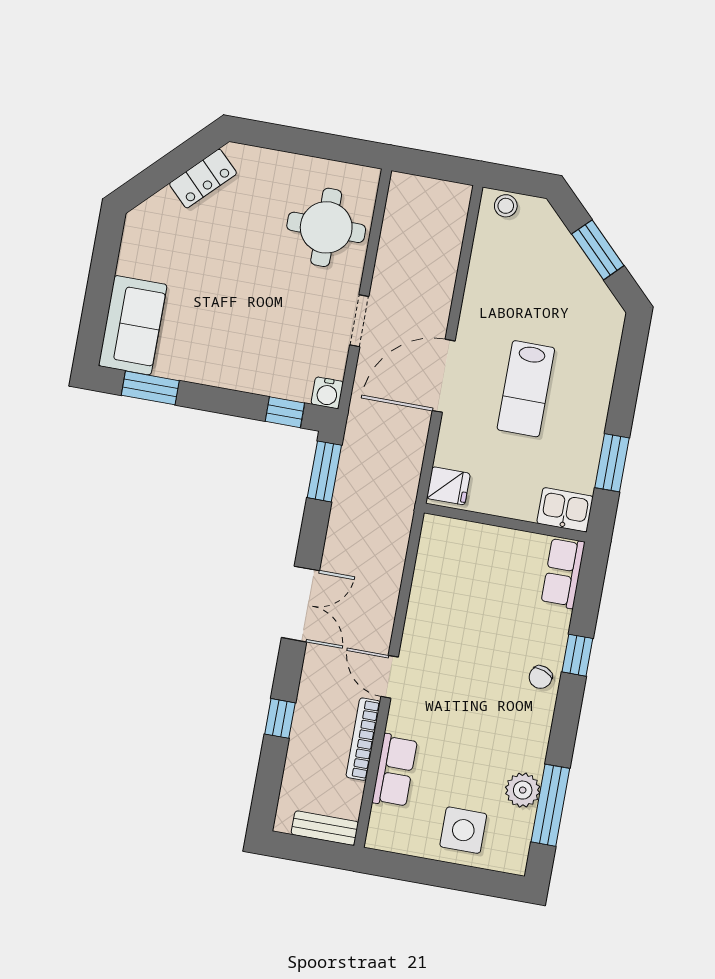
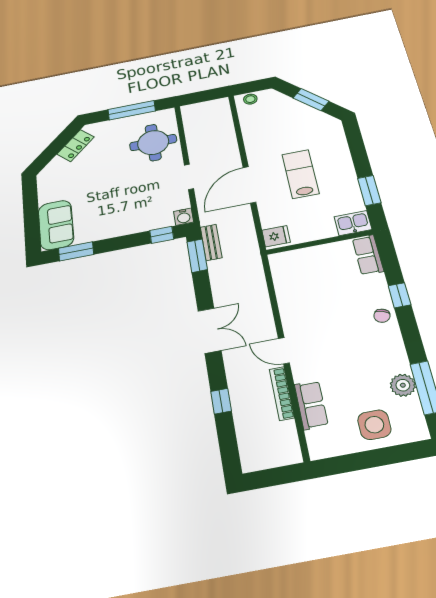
window: (313, 144) -> (132, 110), added
lab bench: (526, 389) -> (301, 174), turned 180
bench: (325, 828) -> (211, 242), moved, turned 90

